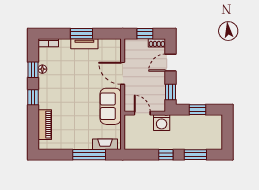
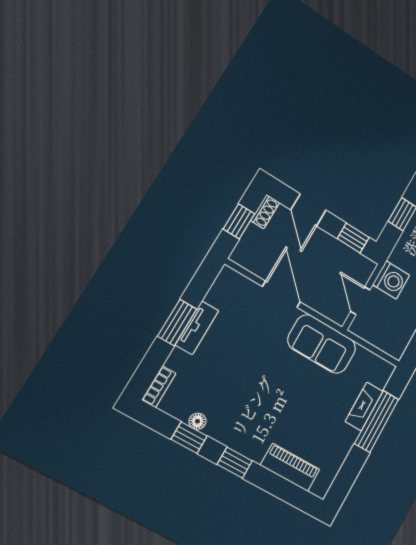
door: (123, 73) -> (281, 294), swing flipped
door: (142, 113) -> (360, 301), hinge flipped
fireplace: (105, 144) -> (364, 406), moved

